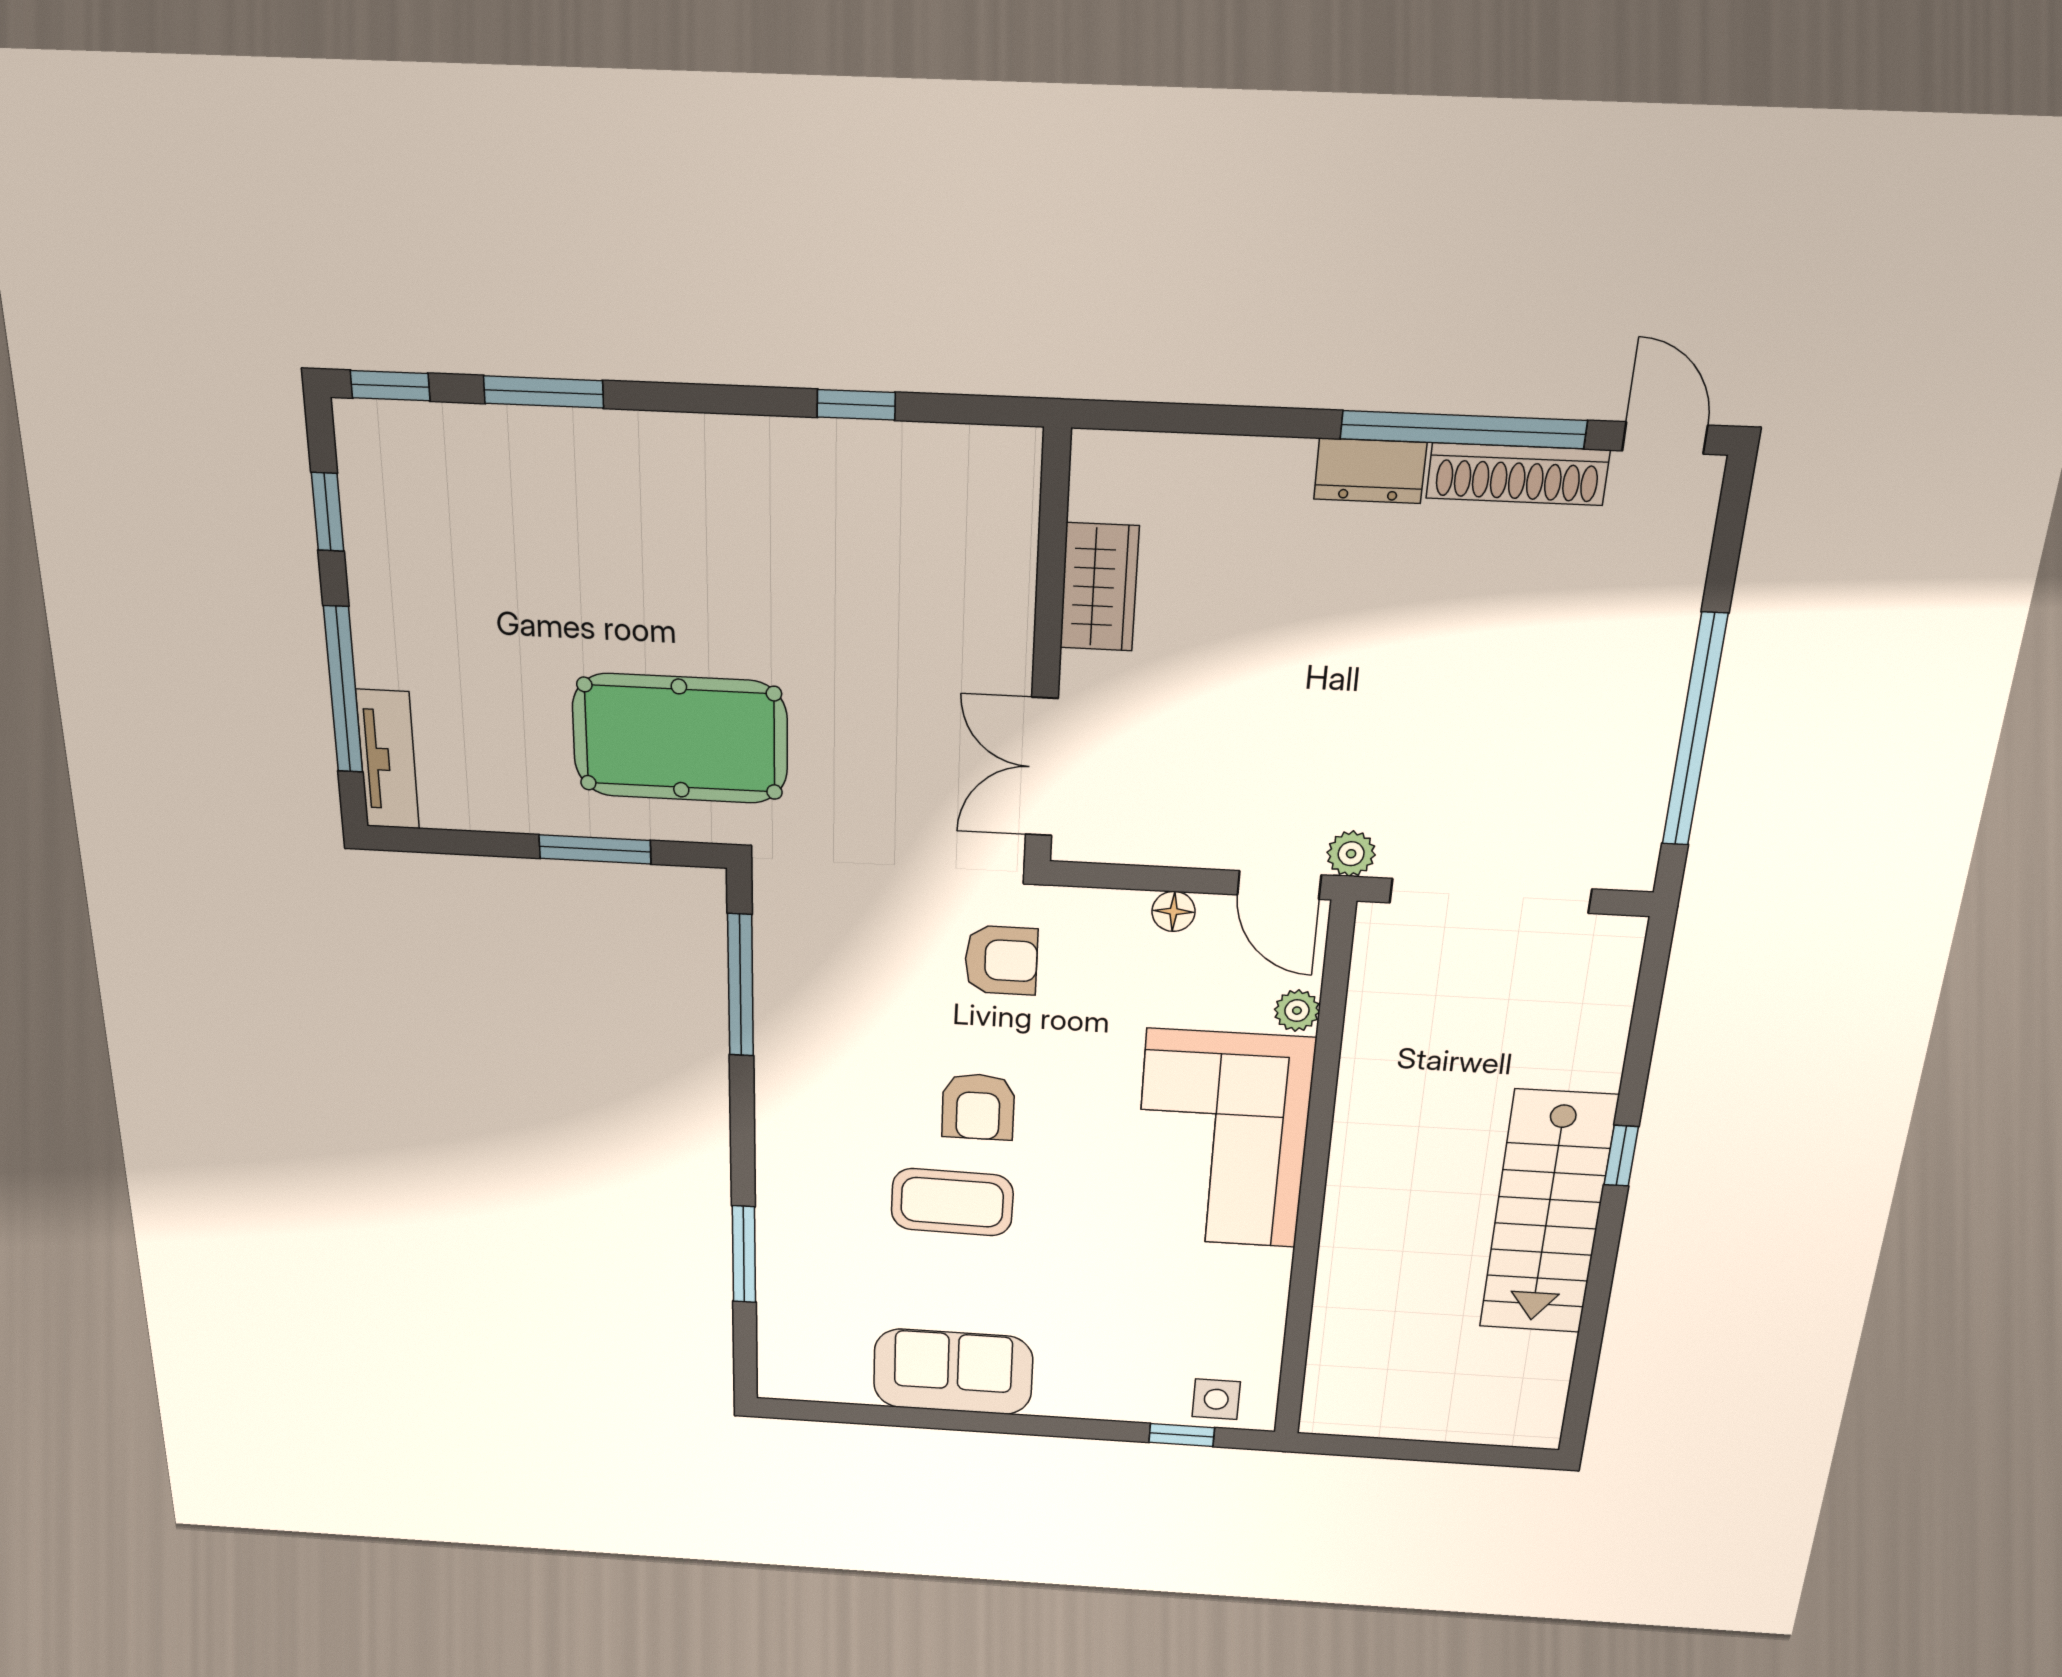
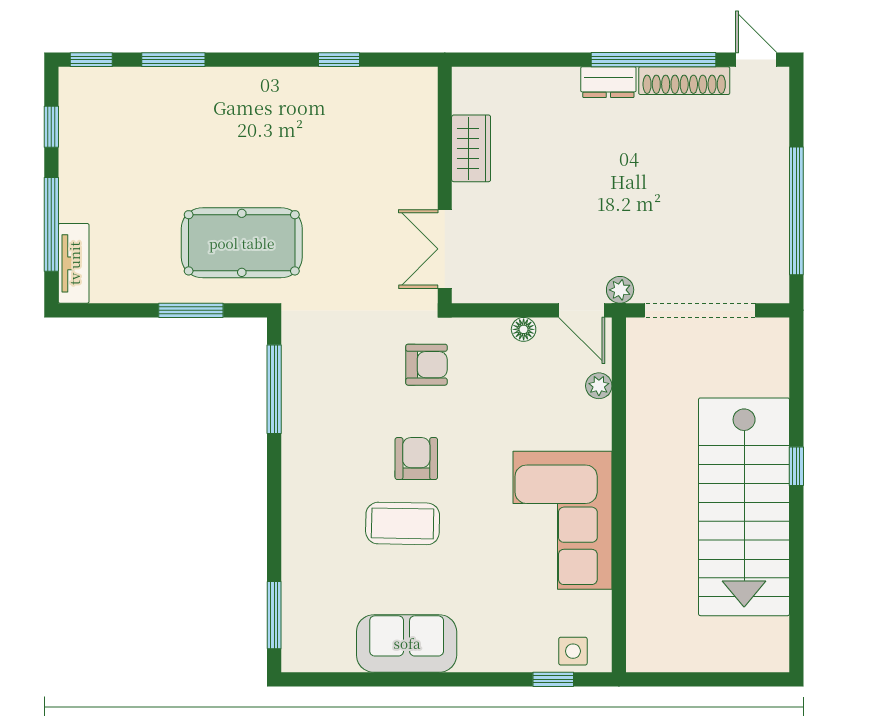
armchair: (978, 1107) -> (416, 459), turned 180
corner sofa: (1222, 1140) -> (563, 520), moved
stairs: (1548, 1213) -> (744, 507), width x1.36, depth x1.51
window: (744, 1254) -> (274, 615), moved

